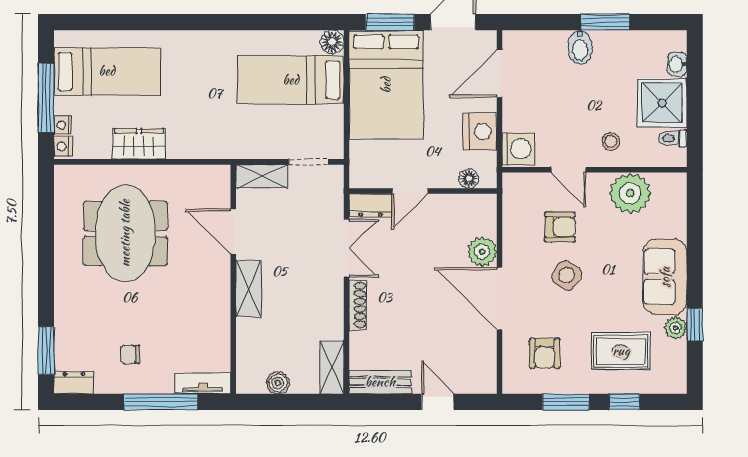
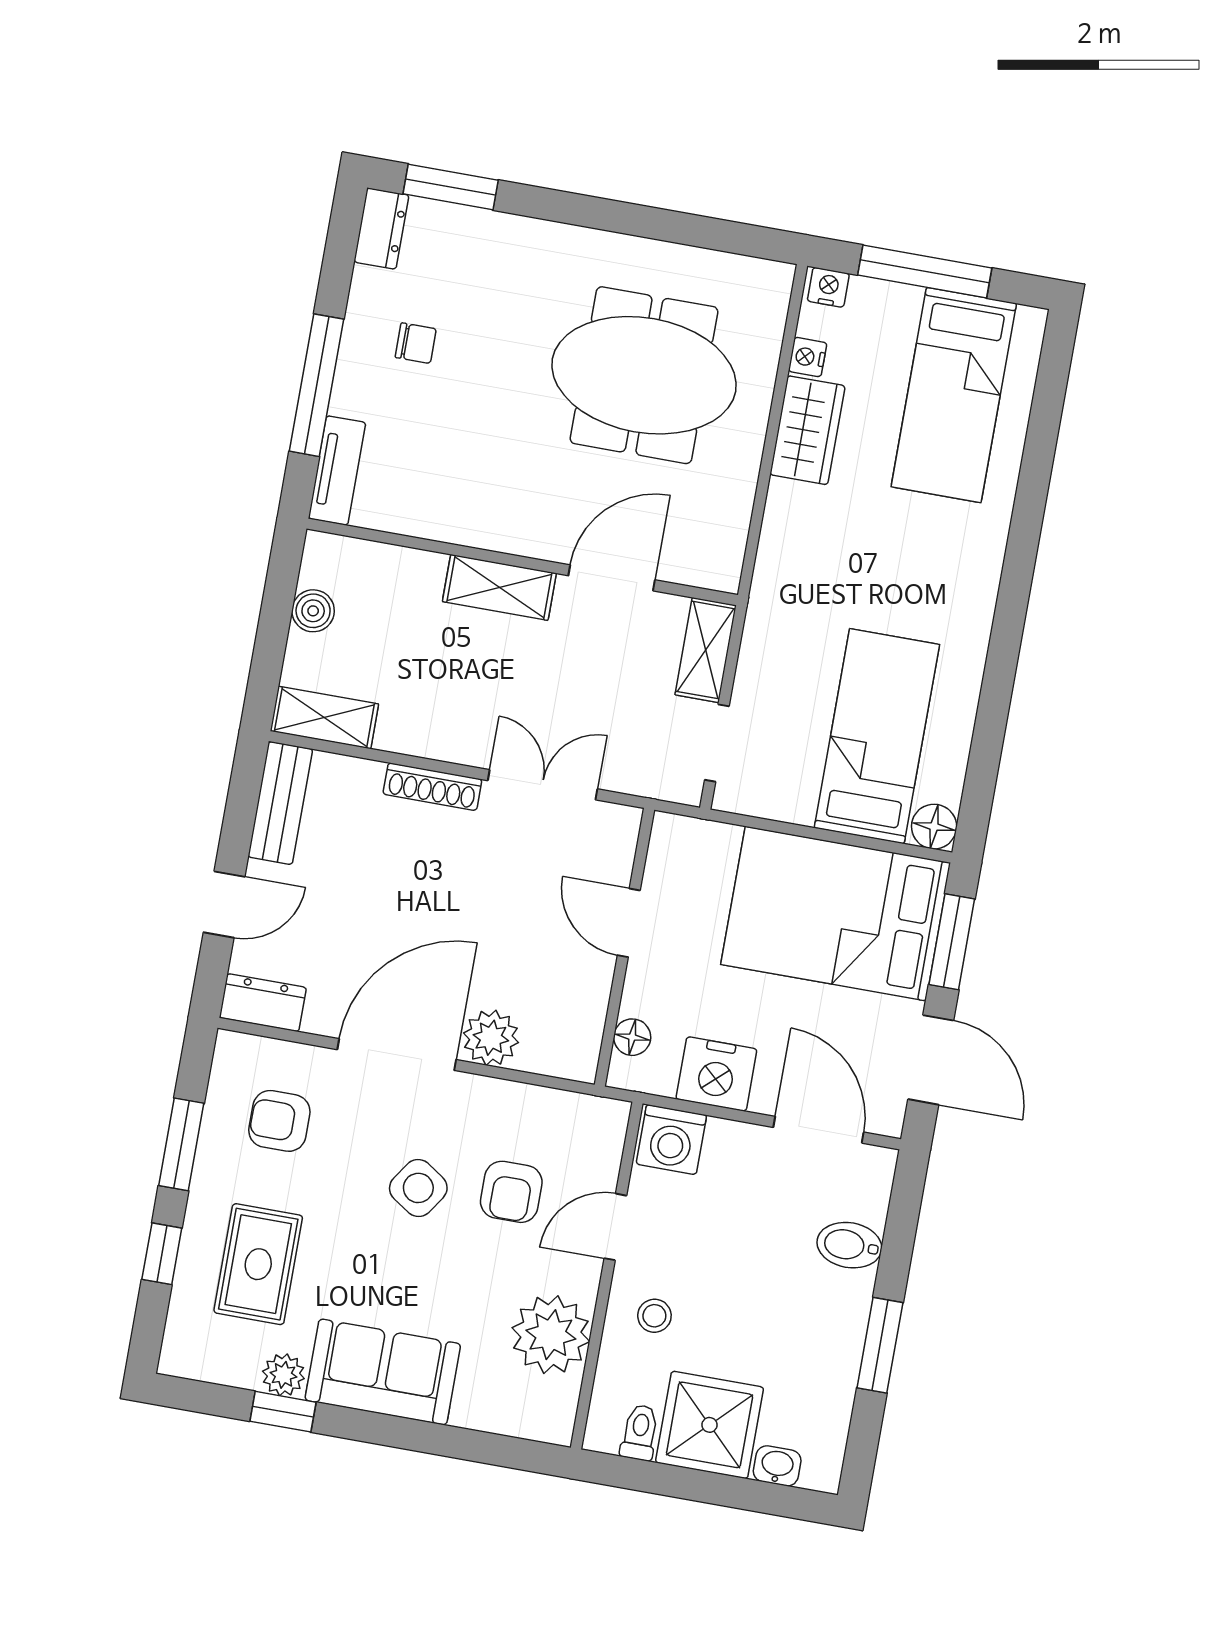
bidet: (580, 47) -> (849, 1245), moved
nightstand: (63, 125) -> (808, 357), moved, turned -90
dresser: (370, 205) -> (263, 1003), moved, turned 90
double door: (347, 248) -> (543, 785), swing flipped
chair: (130, 354) -> (416, 343), turned 90

